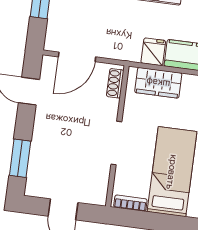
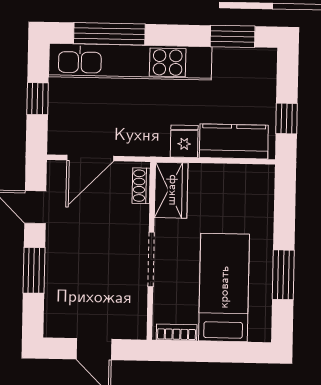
wardrobe: (158, 83) -> (171, 190), moved, turned -90
window: (20, 158) -> (34, 270), moved

